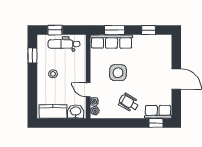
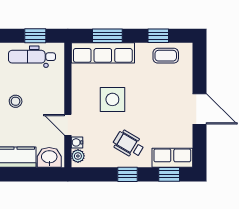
window: (55, 30) -> (35, 36), moved
coffee table: (154, 43) -> (166, 56), added
window: (128, 123) -> (127, 174), added

